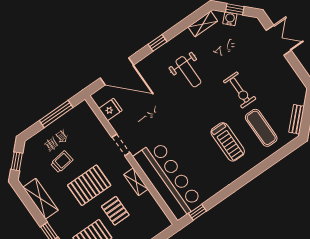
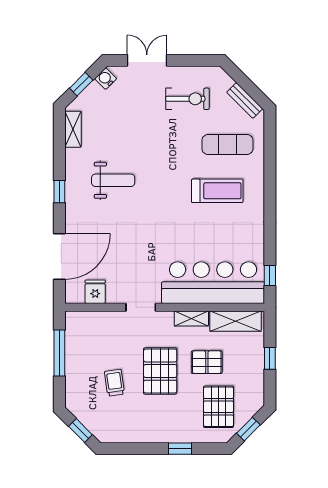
water cooler: (230, 19) -> (106, 79), moved
exercise bike: (240, 90) -> (187, 99), moved
shelving: (41, 199) -> (236, 321), moved

